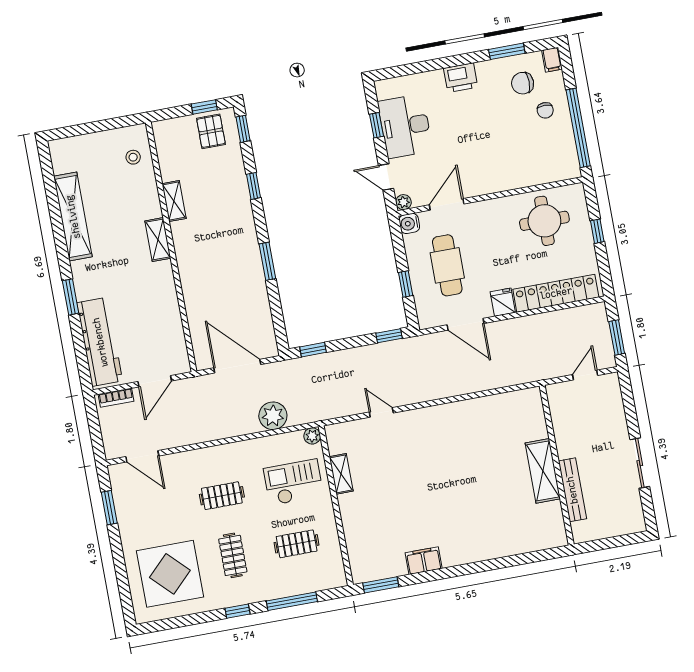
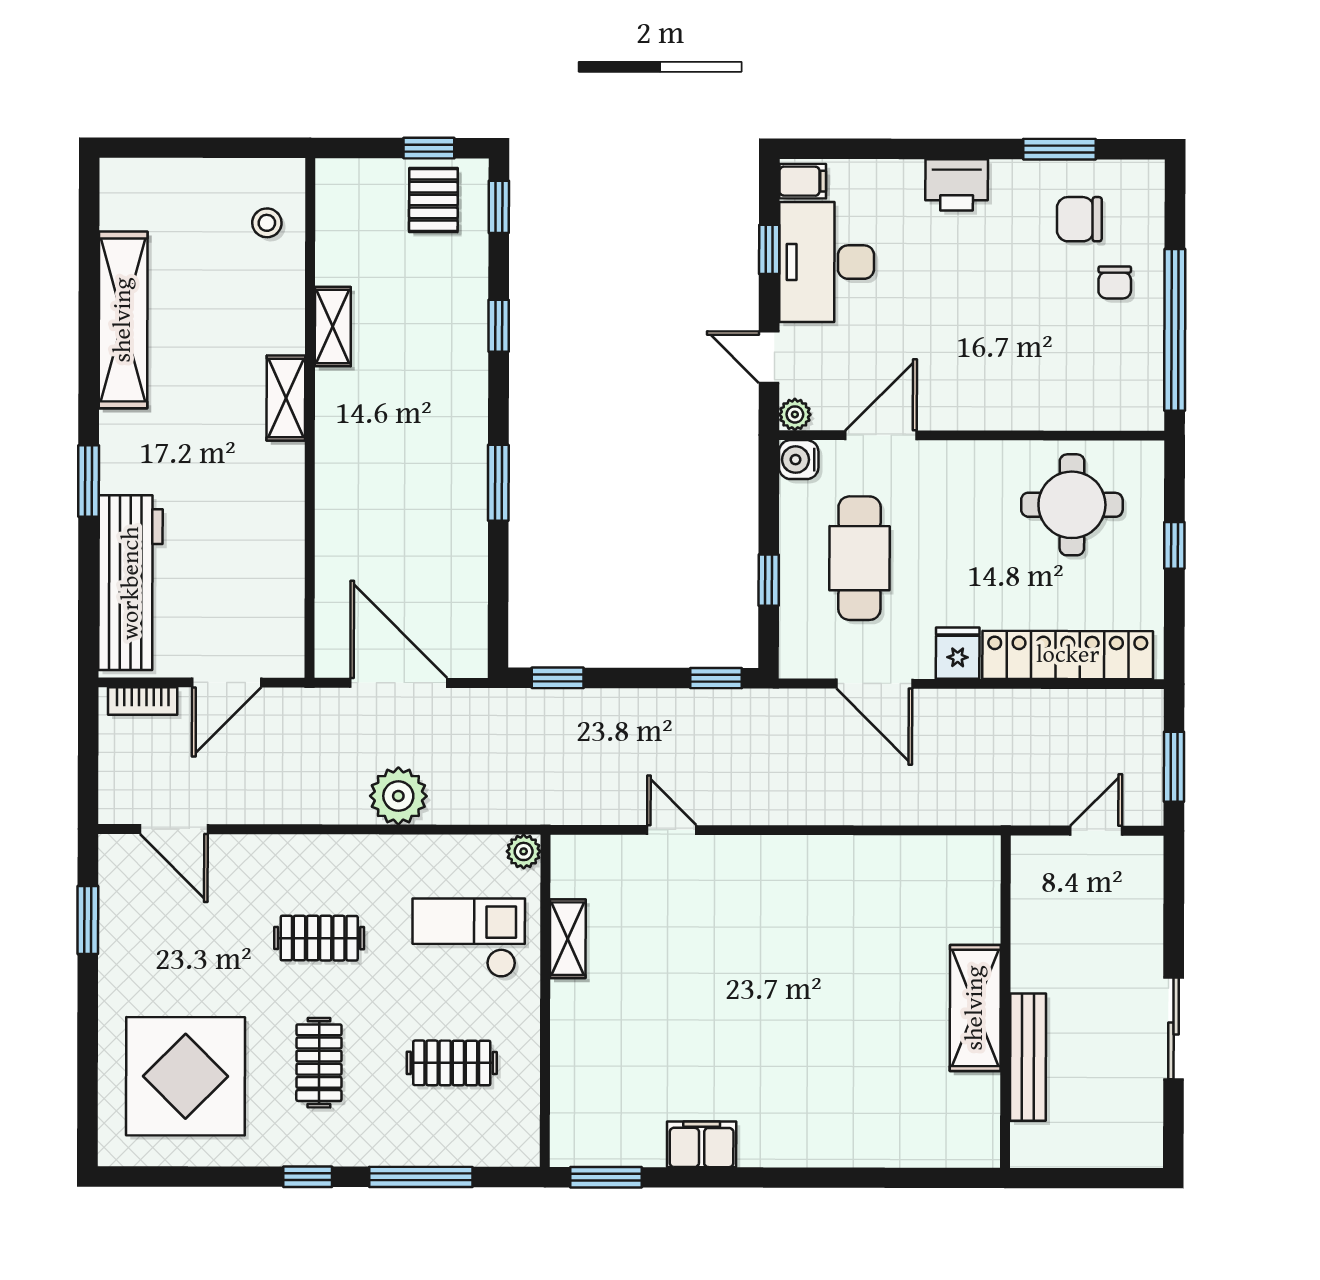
filing cabinet: (552, 60) -> (803, 181), moved, turned -90
plant: (273, 416) -> (398, 796), moved

